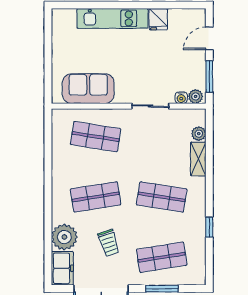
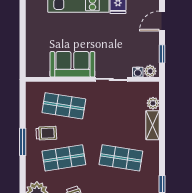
window: (209, 77) -> (162, 54), width x0.67
sofa: (88, 89) -> (72, 64), moved
trolley: (75, 168) -> (46, 133), added
window: (48, 178) -> (23, 142), added

